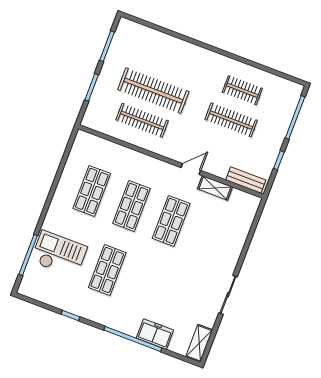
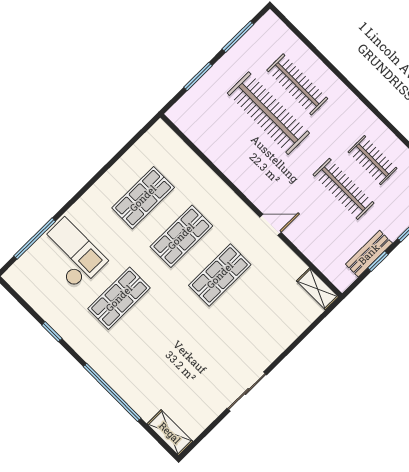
clothes rail: (142, 120) -> (297, 84), moved
bench: (246, 180) -> (369, 254), moved, turned 90
shelving: (215, 188) -> (317, 289), moved
freezer: (155, 334) -> (141, 398), removed
shelving: (199, 343) -> (170, 433), moved, turned 90

